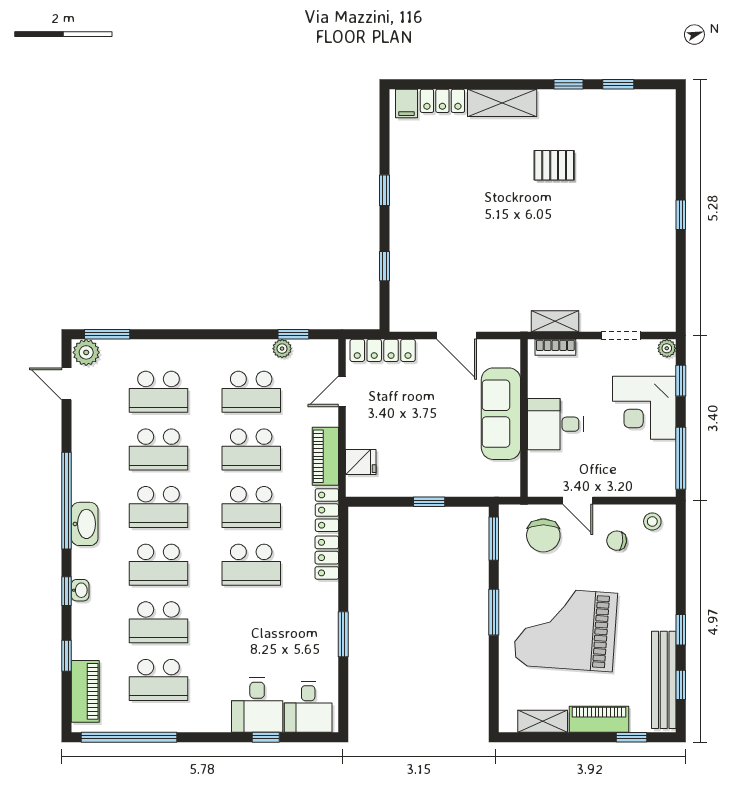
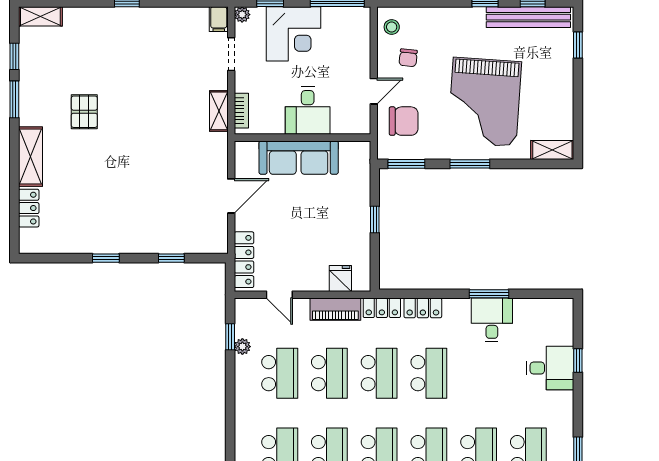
window: (568, 84) -> (14, 99), width x1.50
filing cabinet: (406, 104) -> (219, 19), moved, turned 90
shelving: (665, 114) -> (40, 16), added
desk: (308, 707) -> (492, 320), moved, turned -90
piano: (599, 719) -> (562, 73), removed
shelving: (543, 721) -> (552, 150), moved, turned 90

